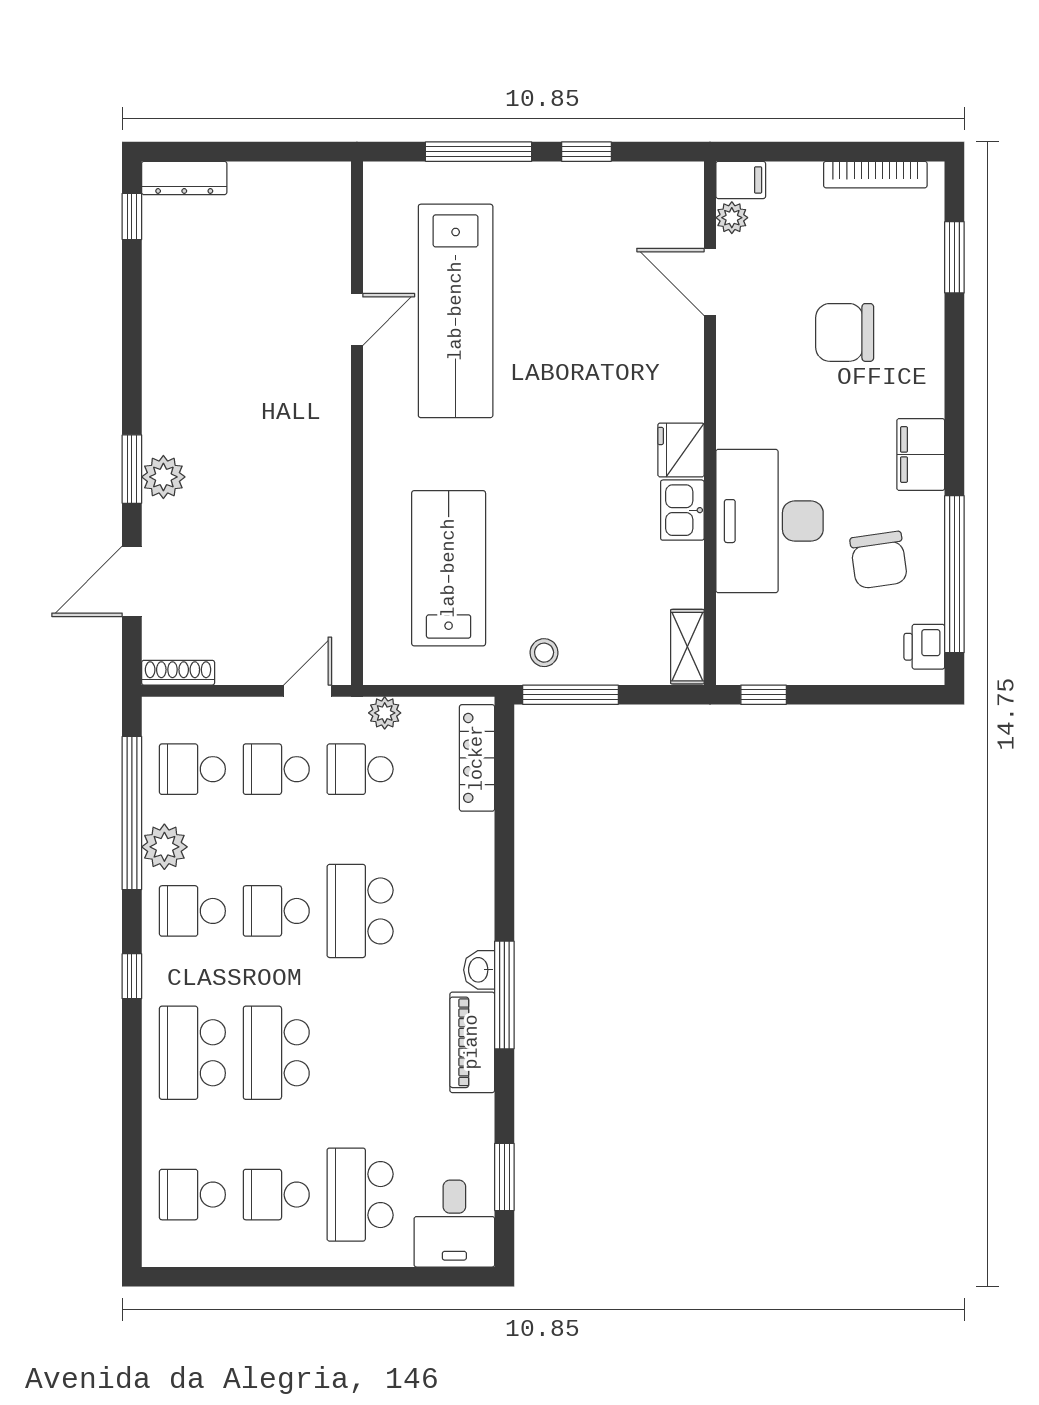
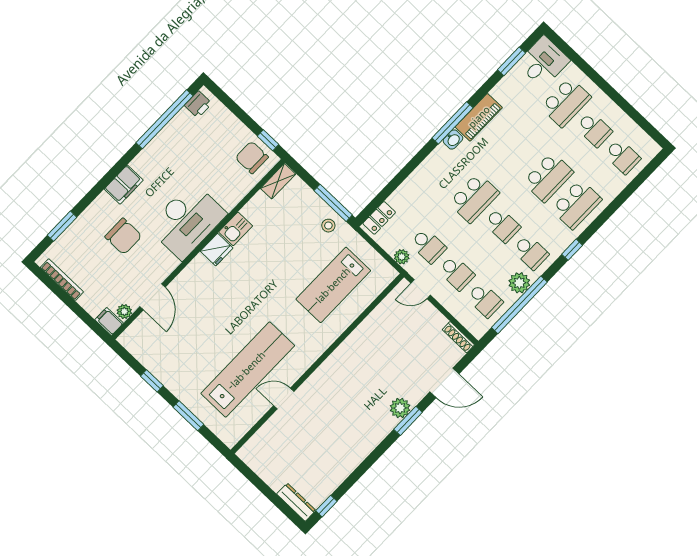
window: (479, 152) -> (188, 416), width x0.69
filing cabinet: (921, 454) -> (124, 185), moved
desk: (769, 521) -> (187, 221), moved
chair: (879, 560) -> (252, 157), moved, turned -82
locker: (477, 758) -> (379, 218), width x0.66

